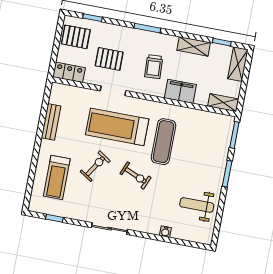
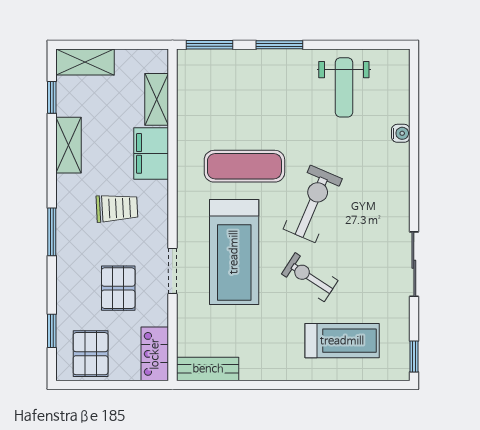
shelving: (223, 103) -> (157, 99), moved
bench: (51, 122) -> (208, 369), moved
exercise bike: (136, 175) -> (313, 204), width x1.38, depth x1.39
window: (54, 218) -> (414, 356), moved
sliding door: (109, 229) -> (414, 264), moved

